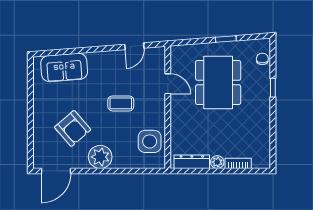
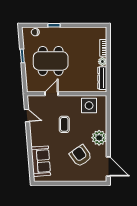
armchair: (73, 128) -> (81, 156), turned -84

